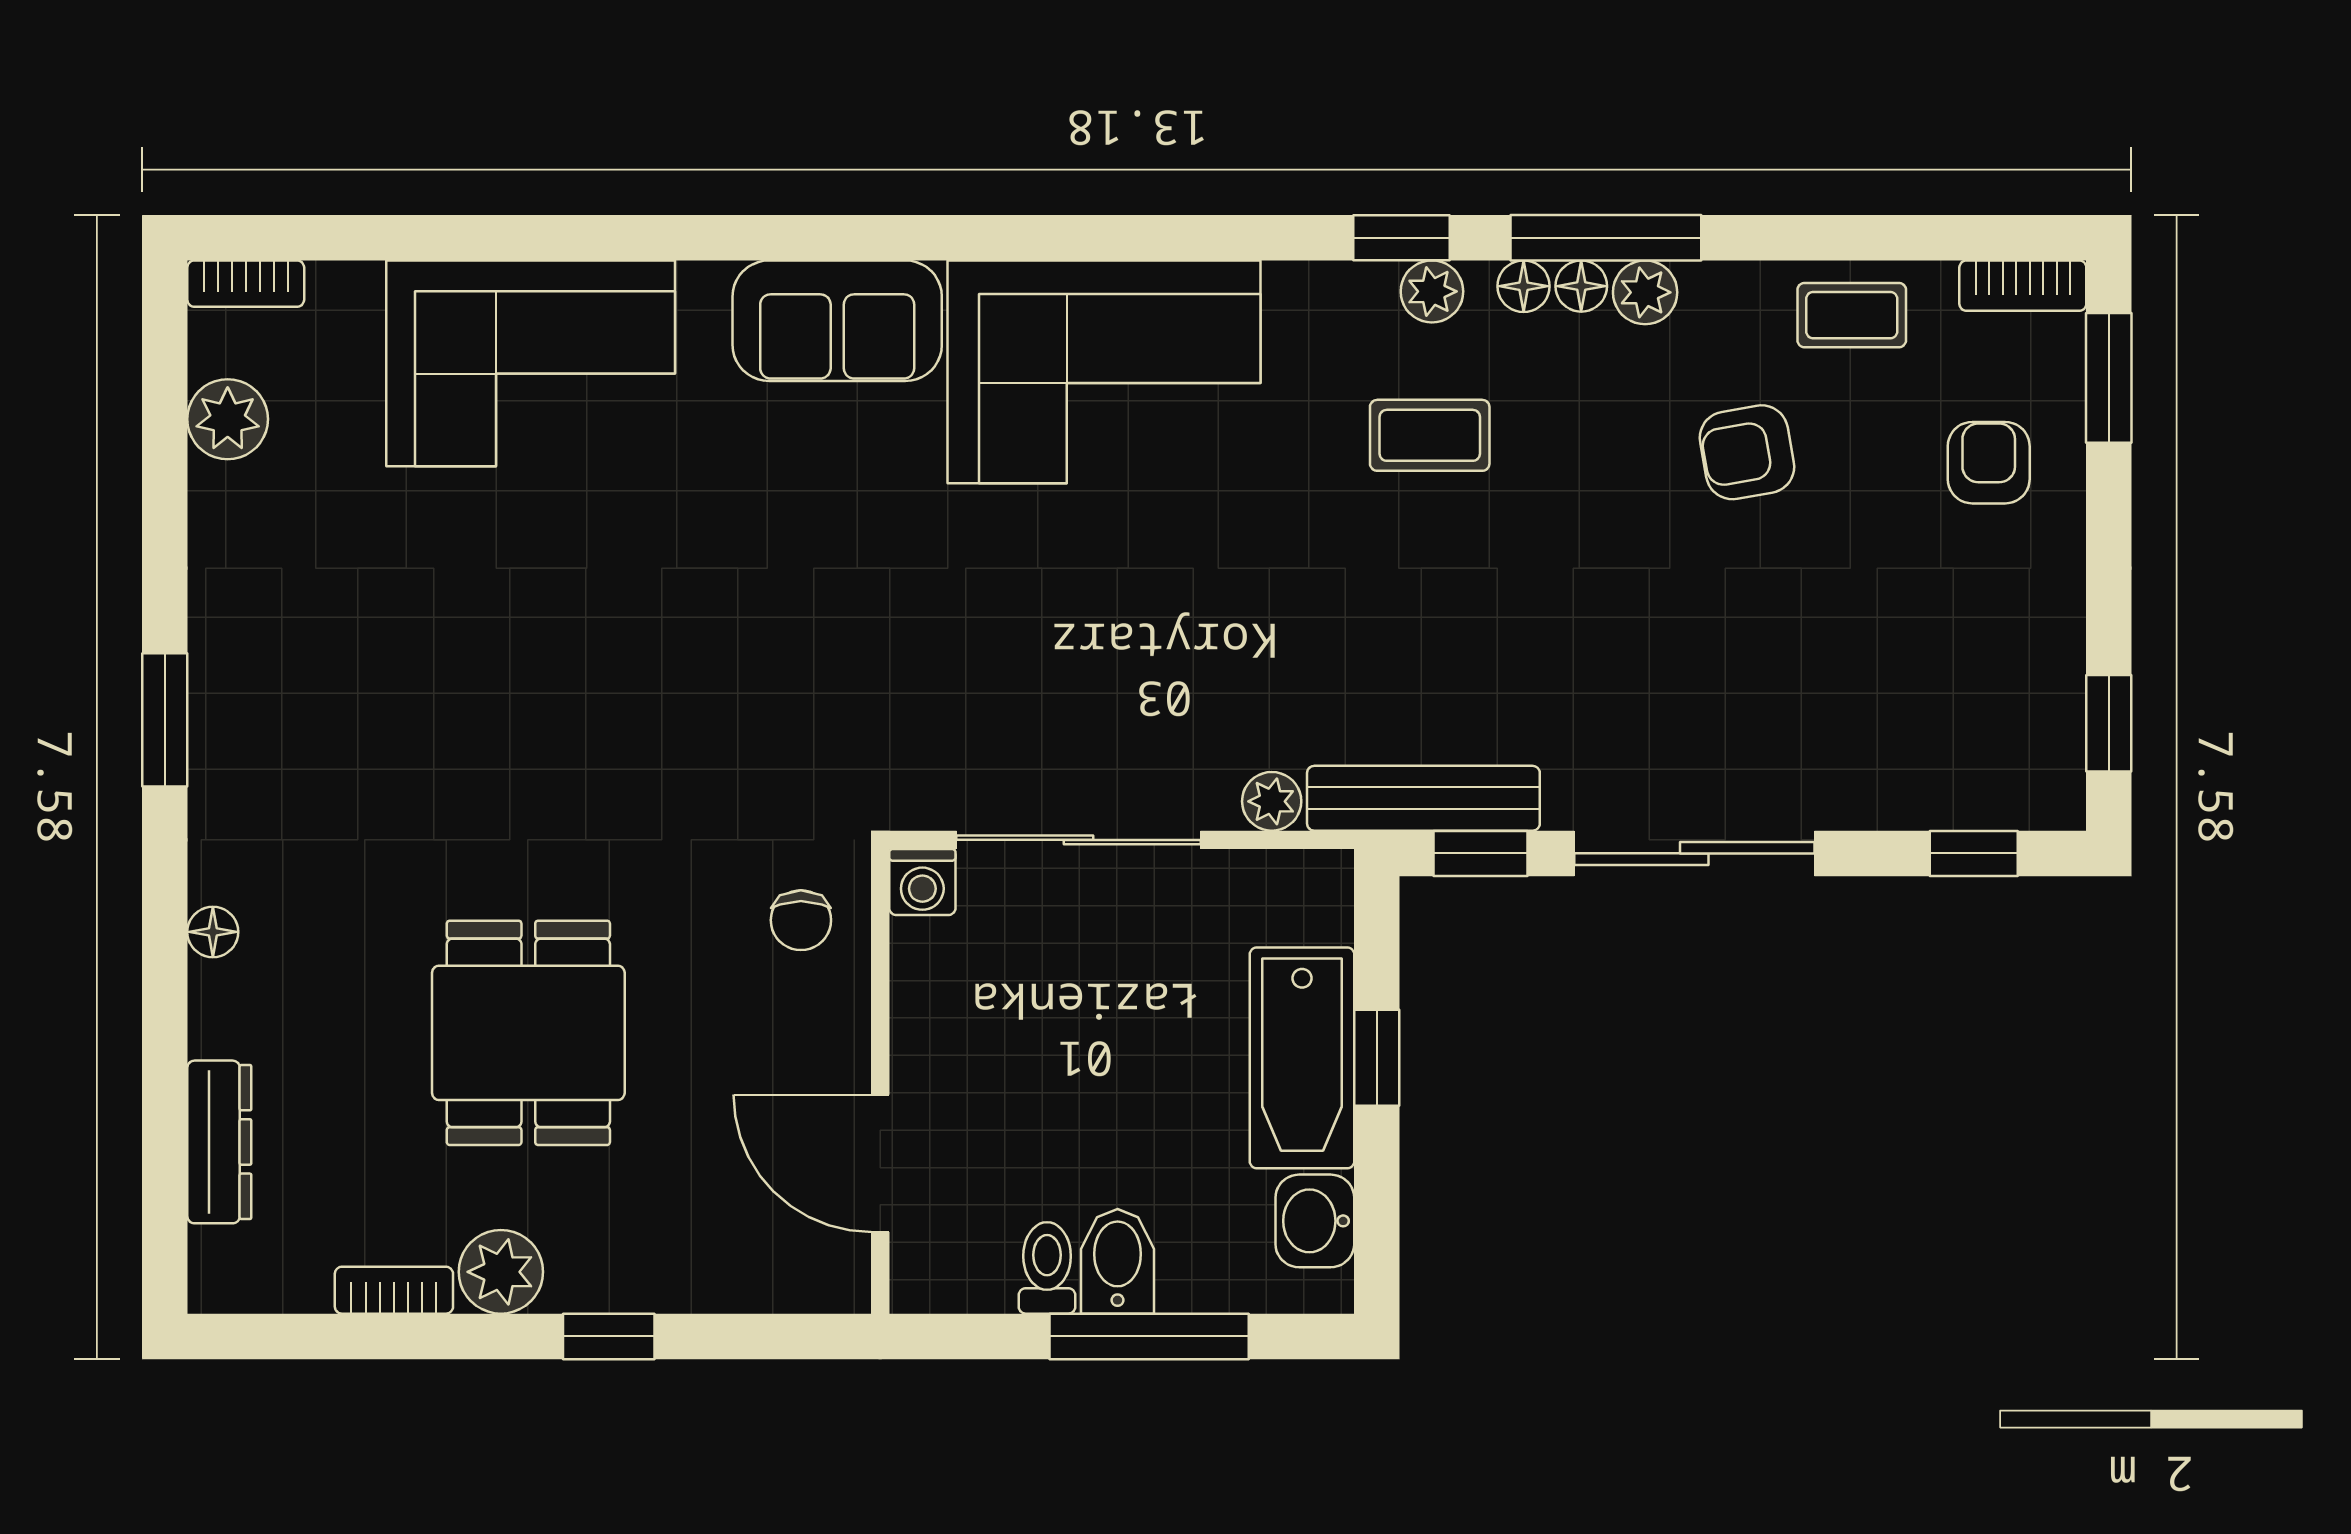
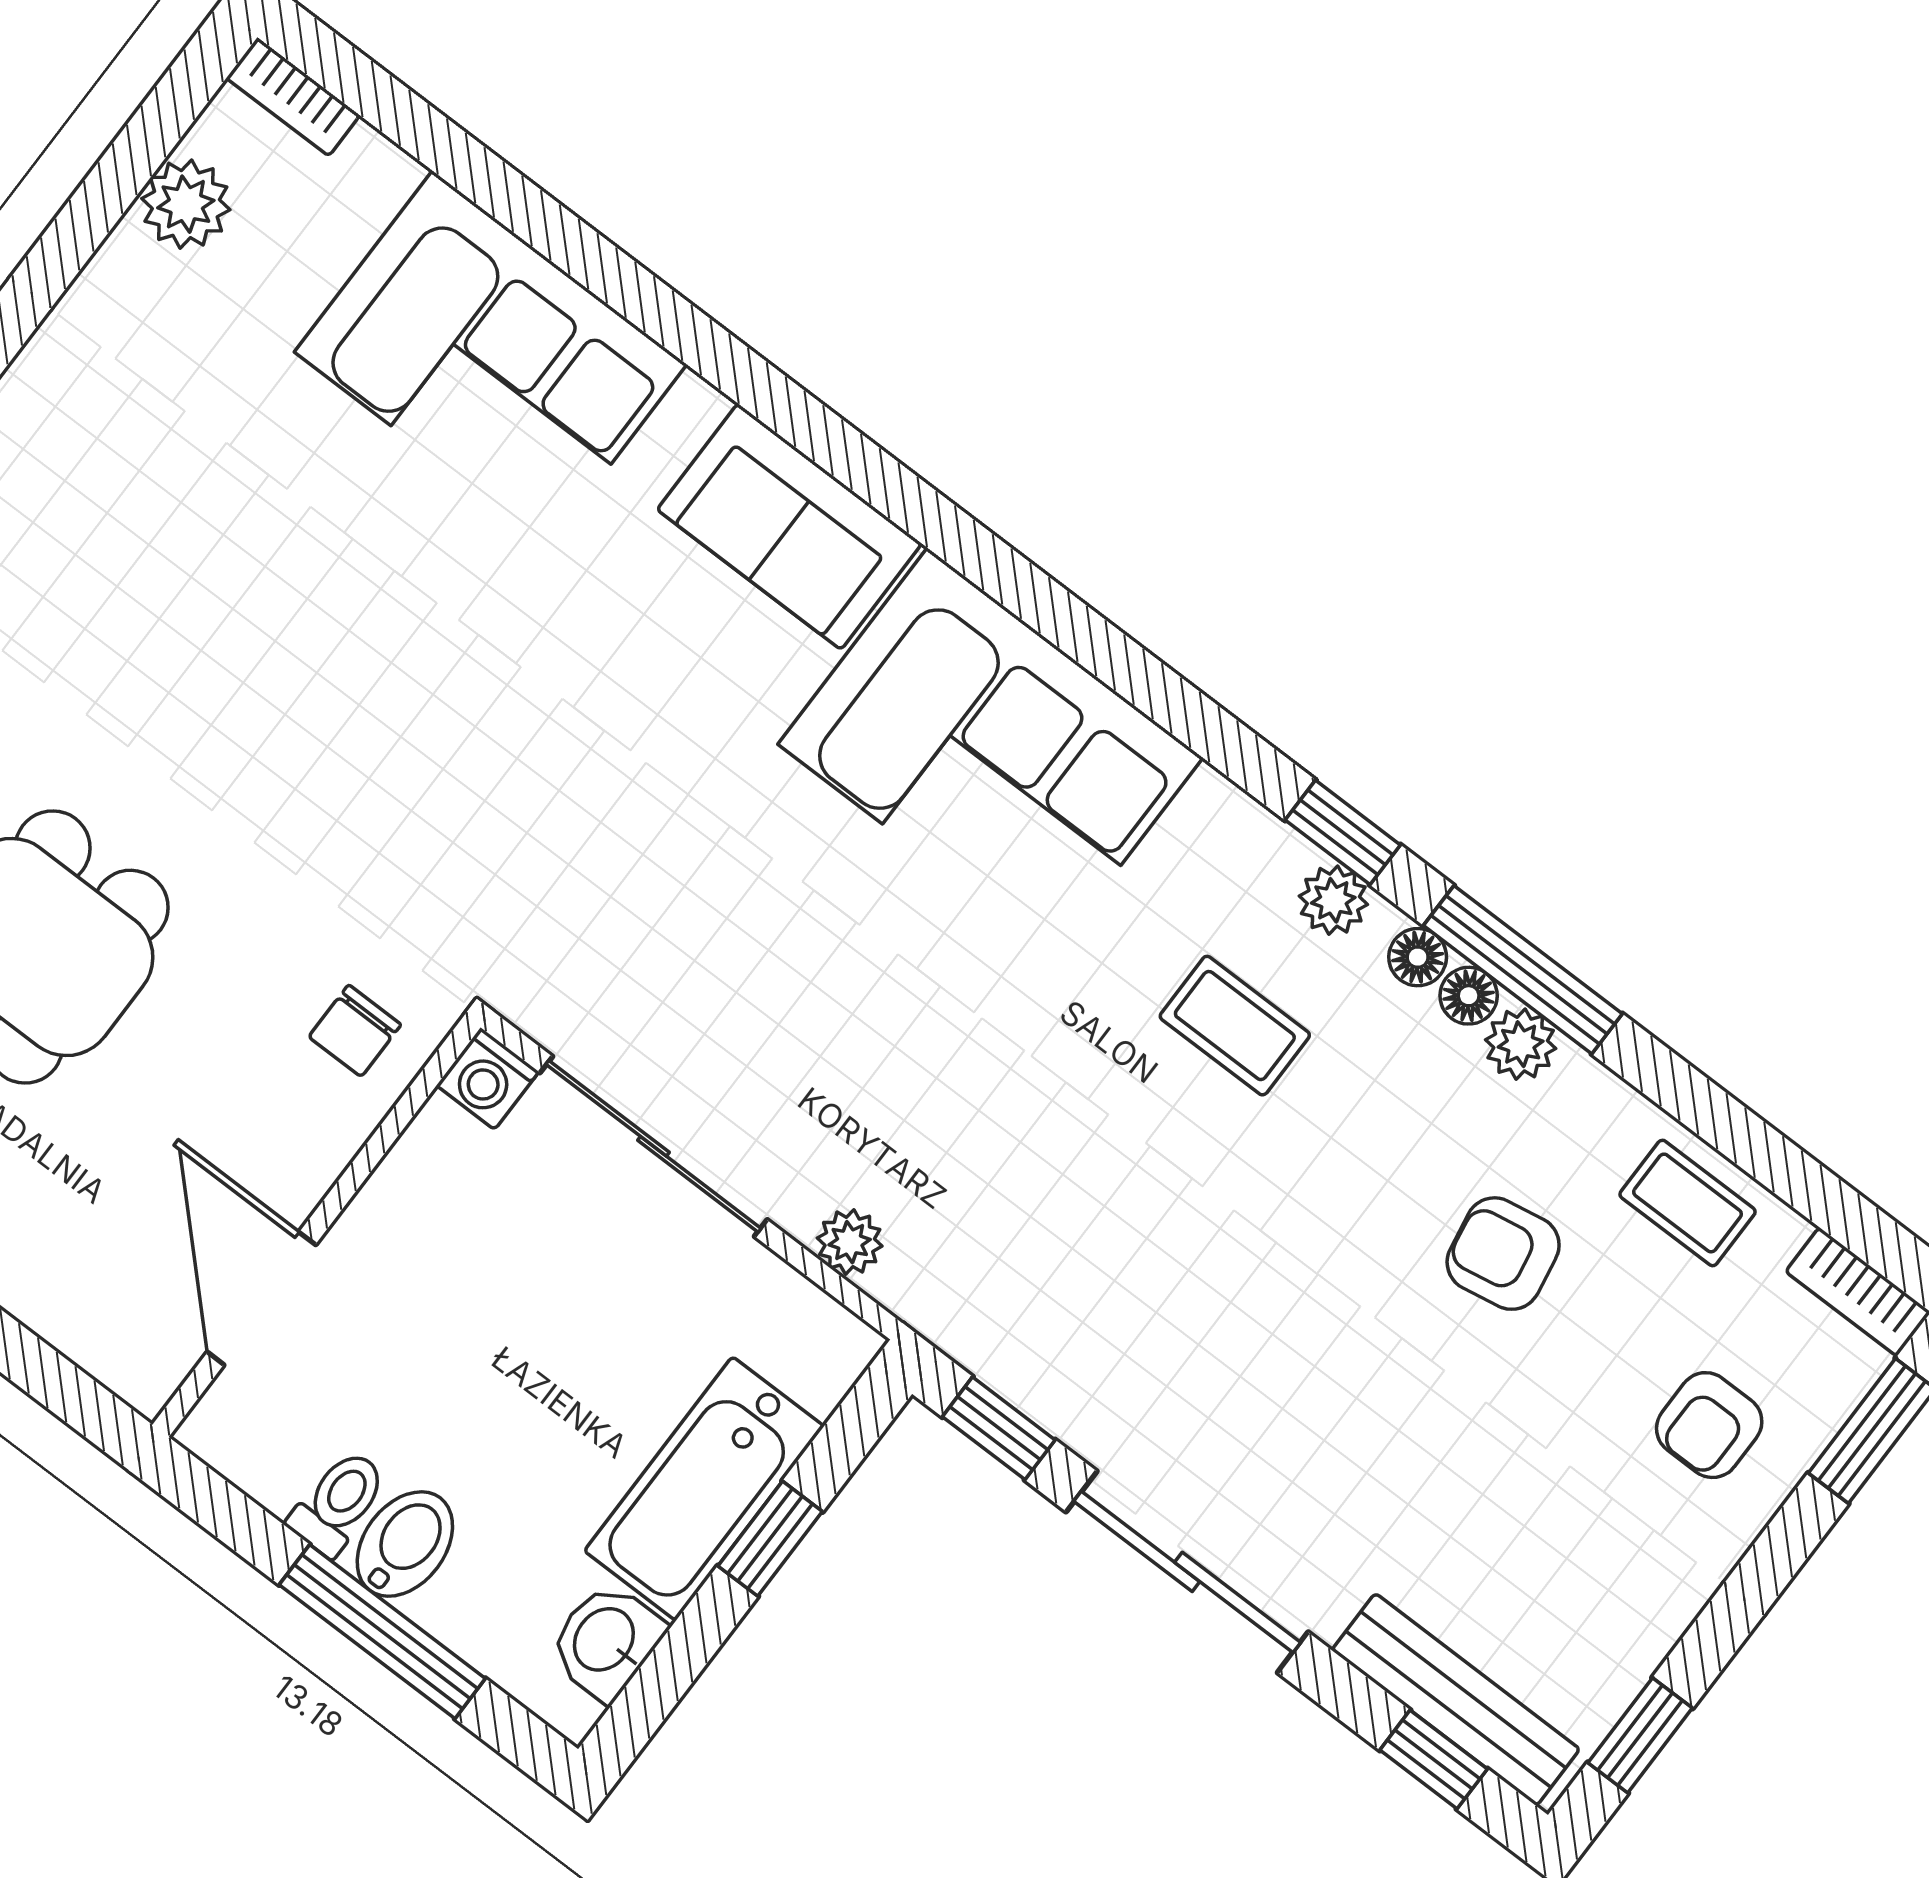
armchair: (1989, 463) -> (1709, 1425), turned 180
bench: (1423, 798) -> (1456, 1700), moved

